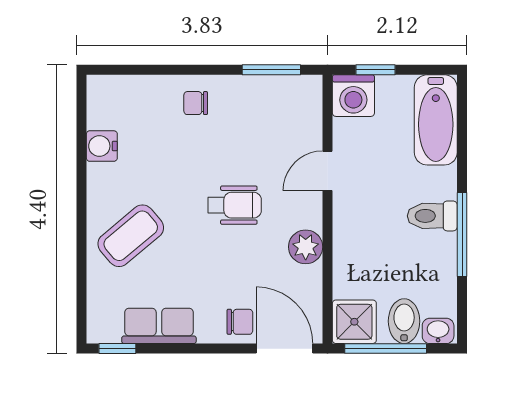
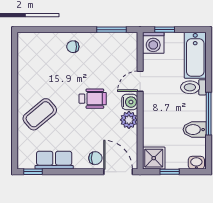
water cooler: (102, 146) -> (130, 102), moved, turned 180
toilet: (432, 216) -> (193, 87), moved
bidet: (404, 321) -> (195, 130), moved, turned -90
window: (386, 349) -> (170, 172), width x0.46

